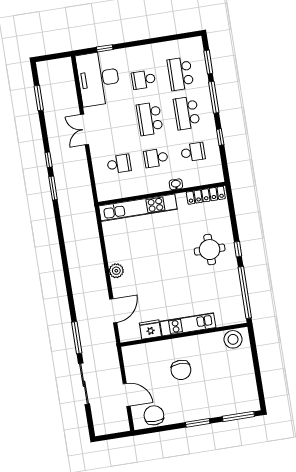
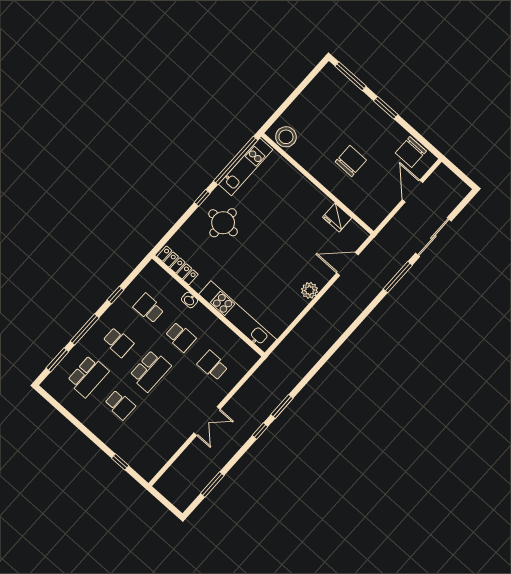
desk: (98, 79) -> (152, 446), removed
school desk: (187, 113) -> (118, 342), width x0.54
kitchen unit: (188, 324) -> (246, 167), moved, turned -90

